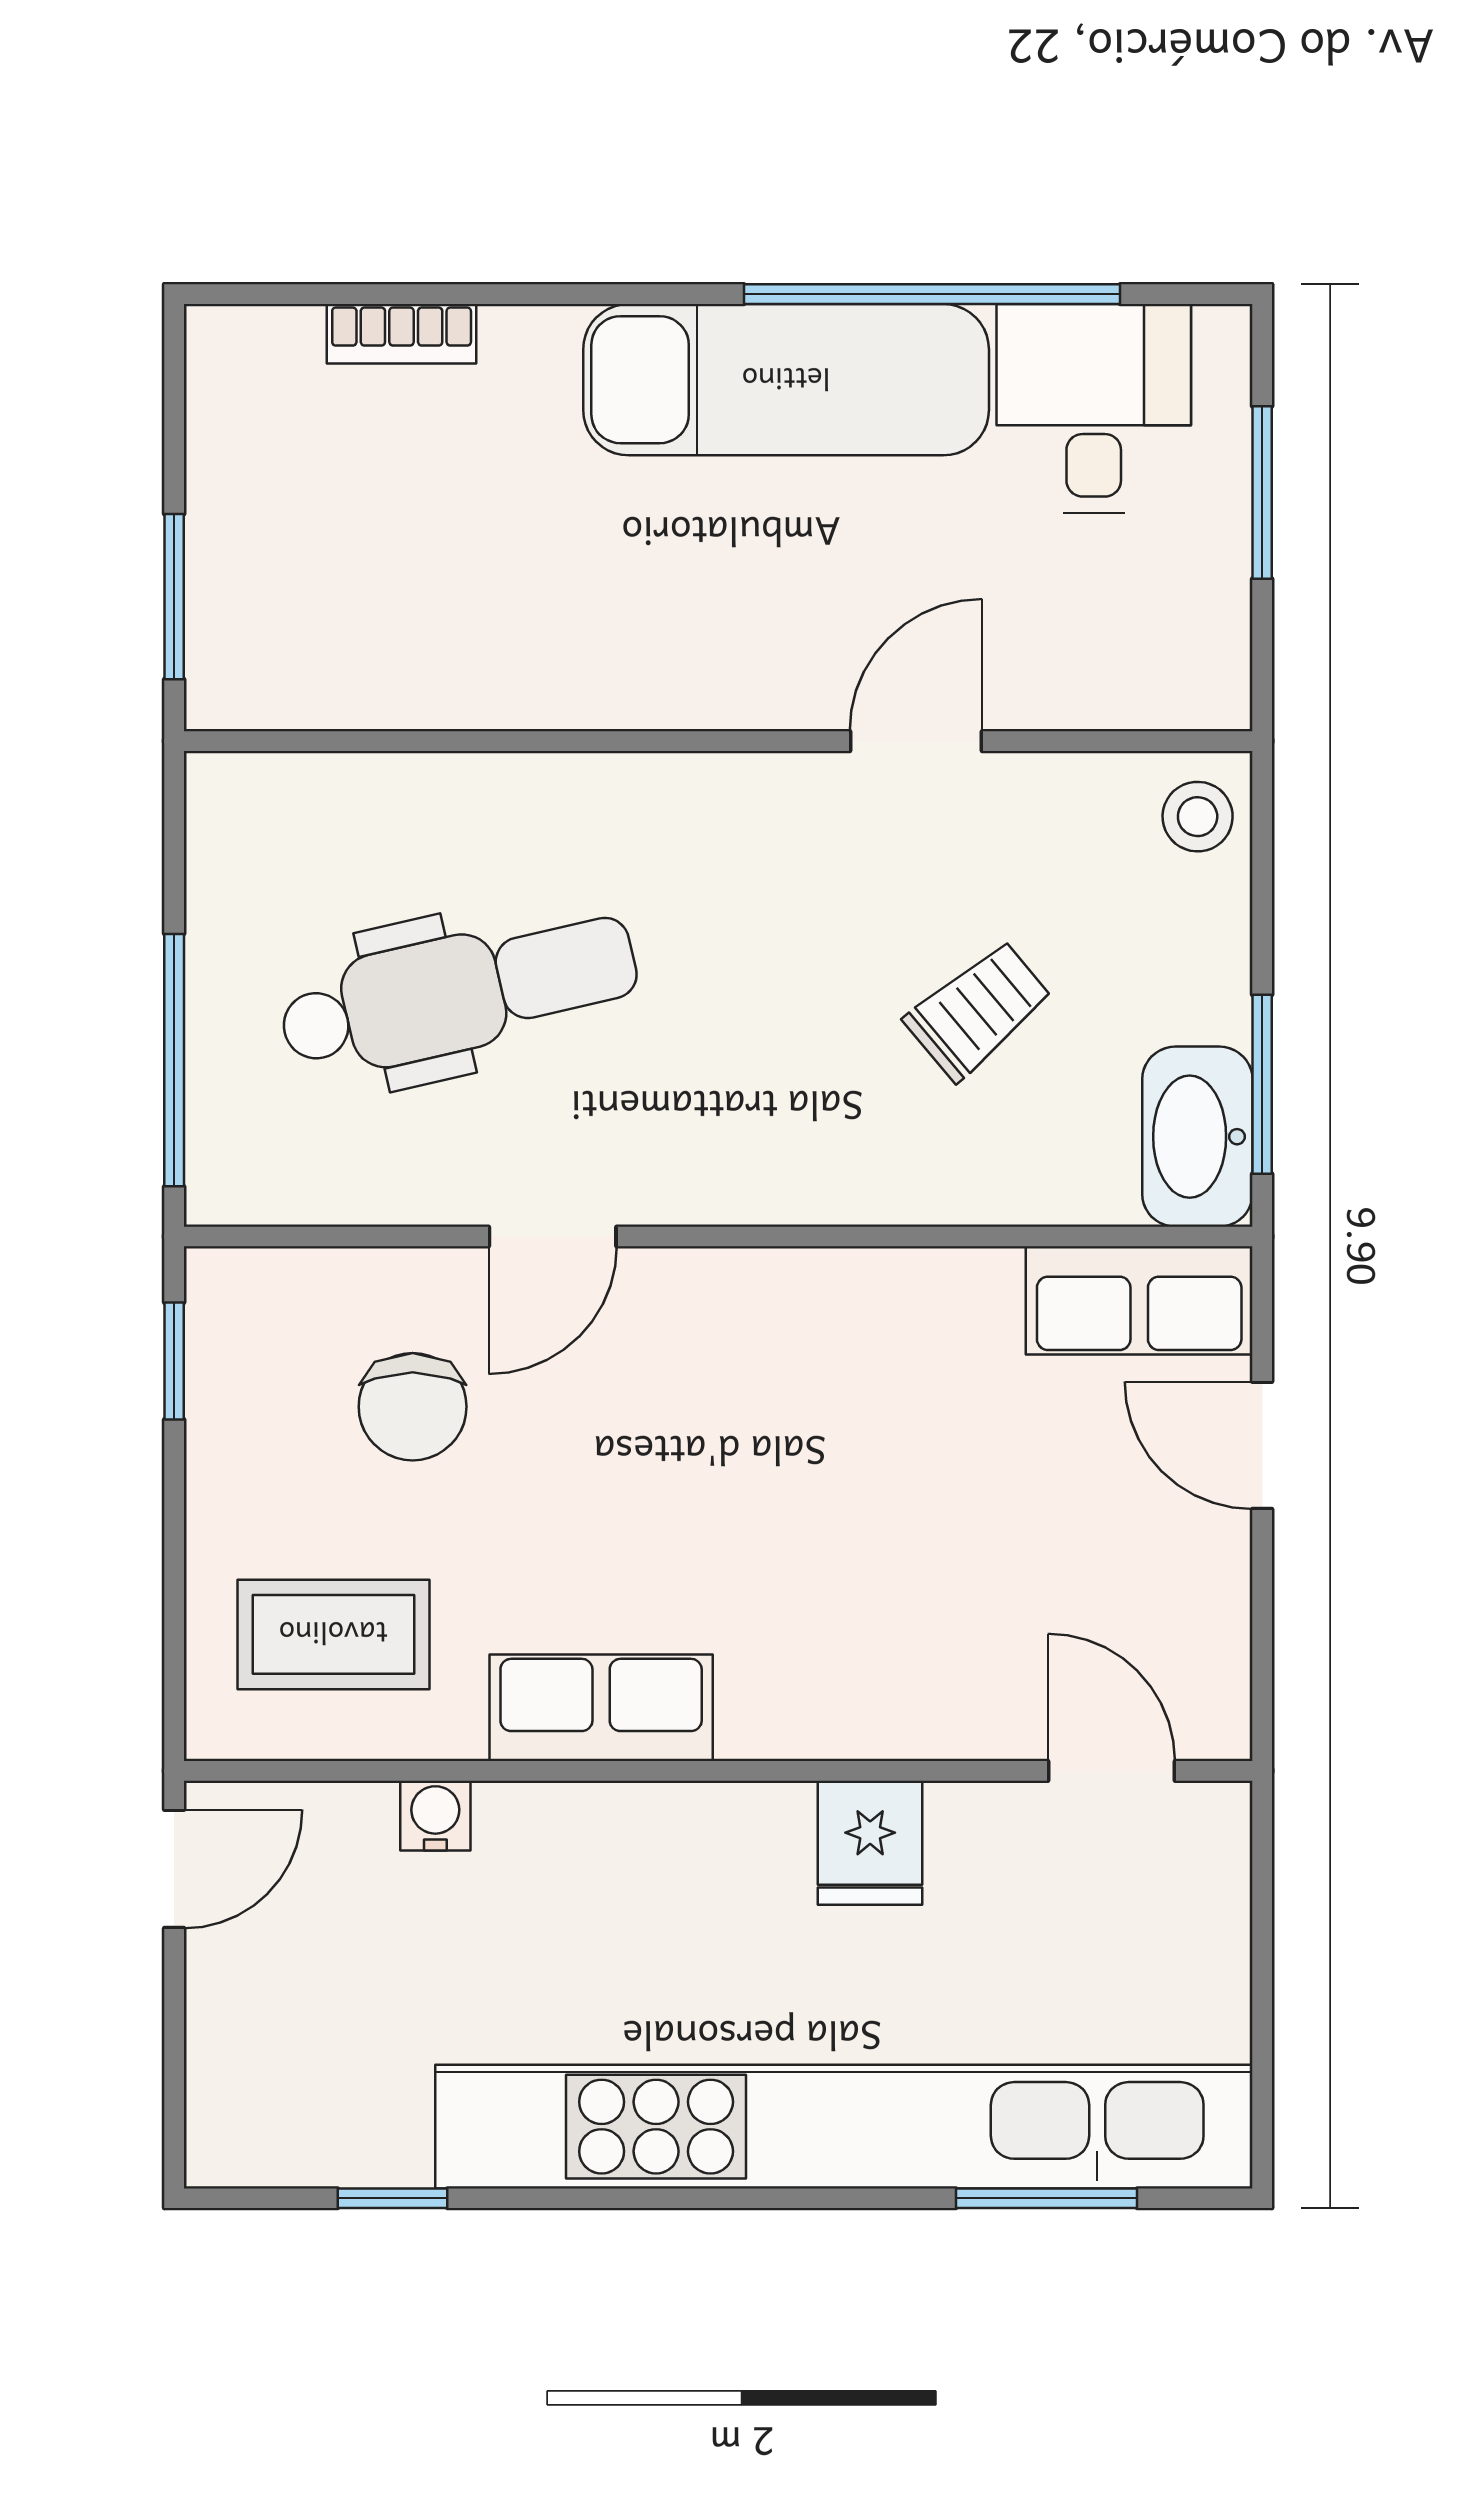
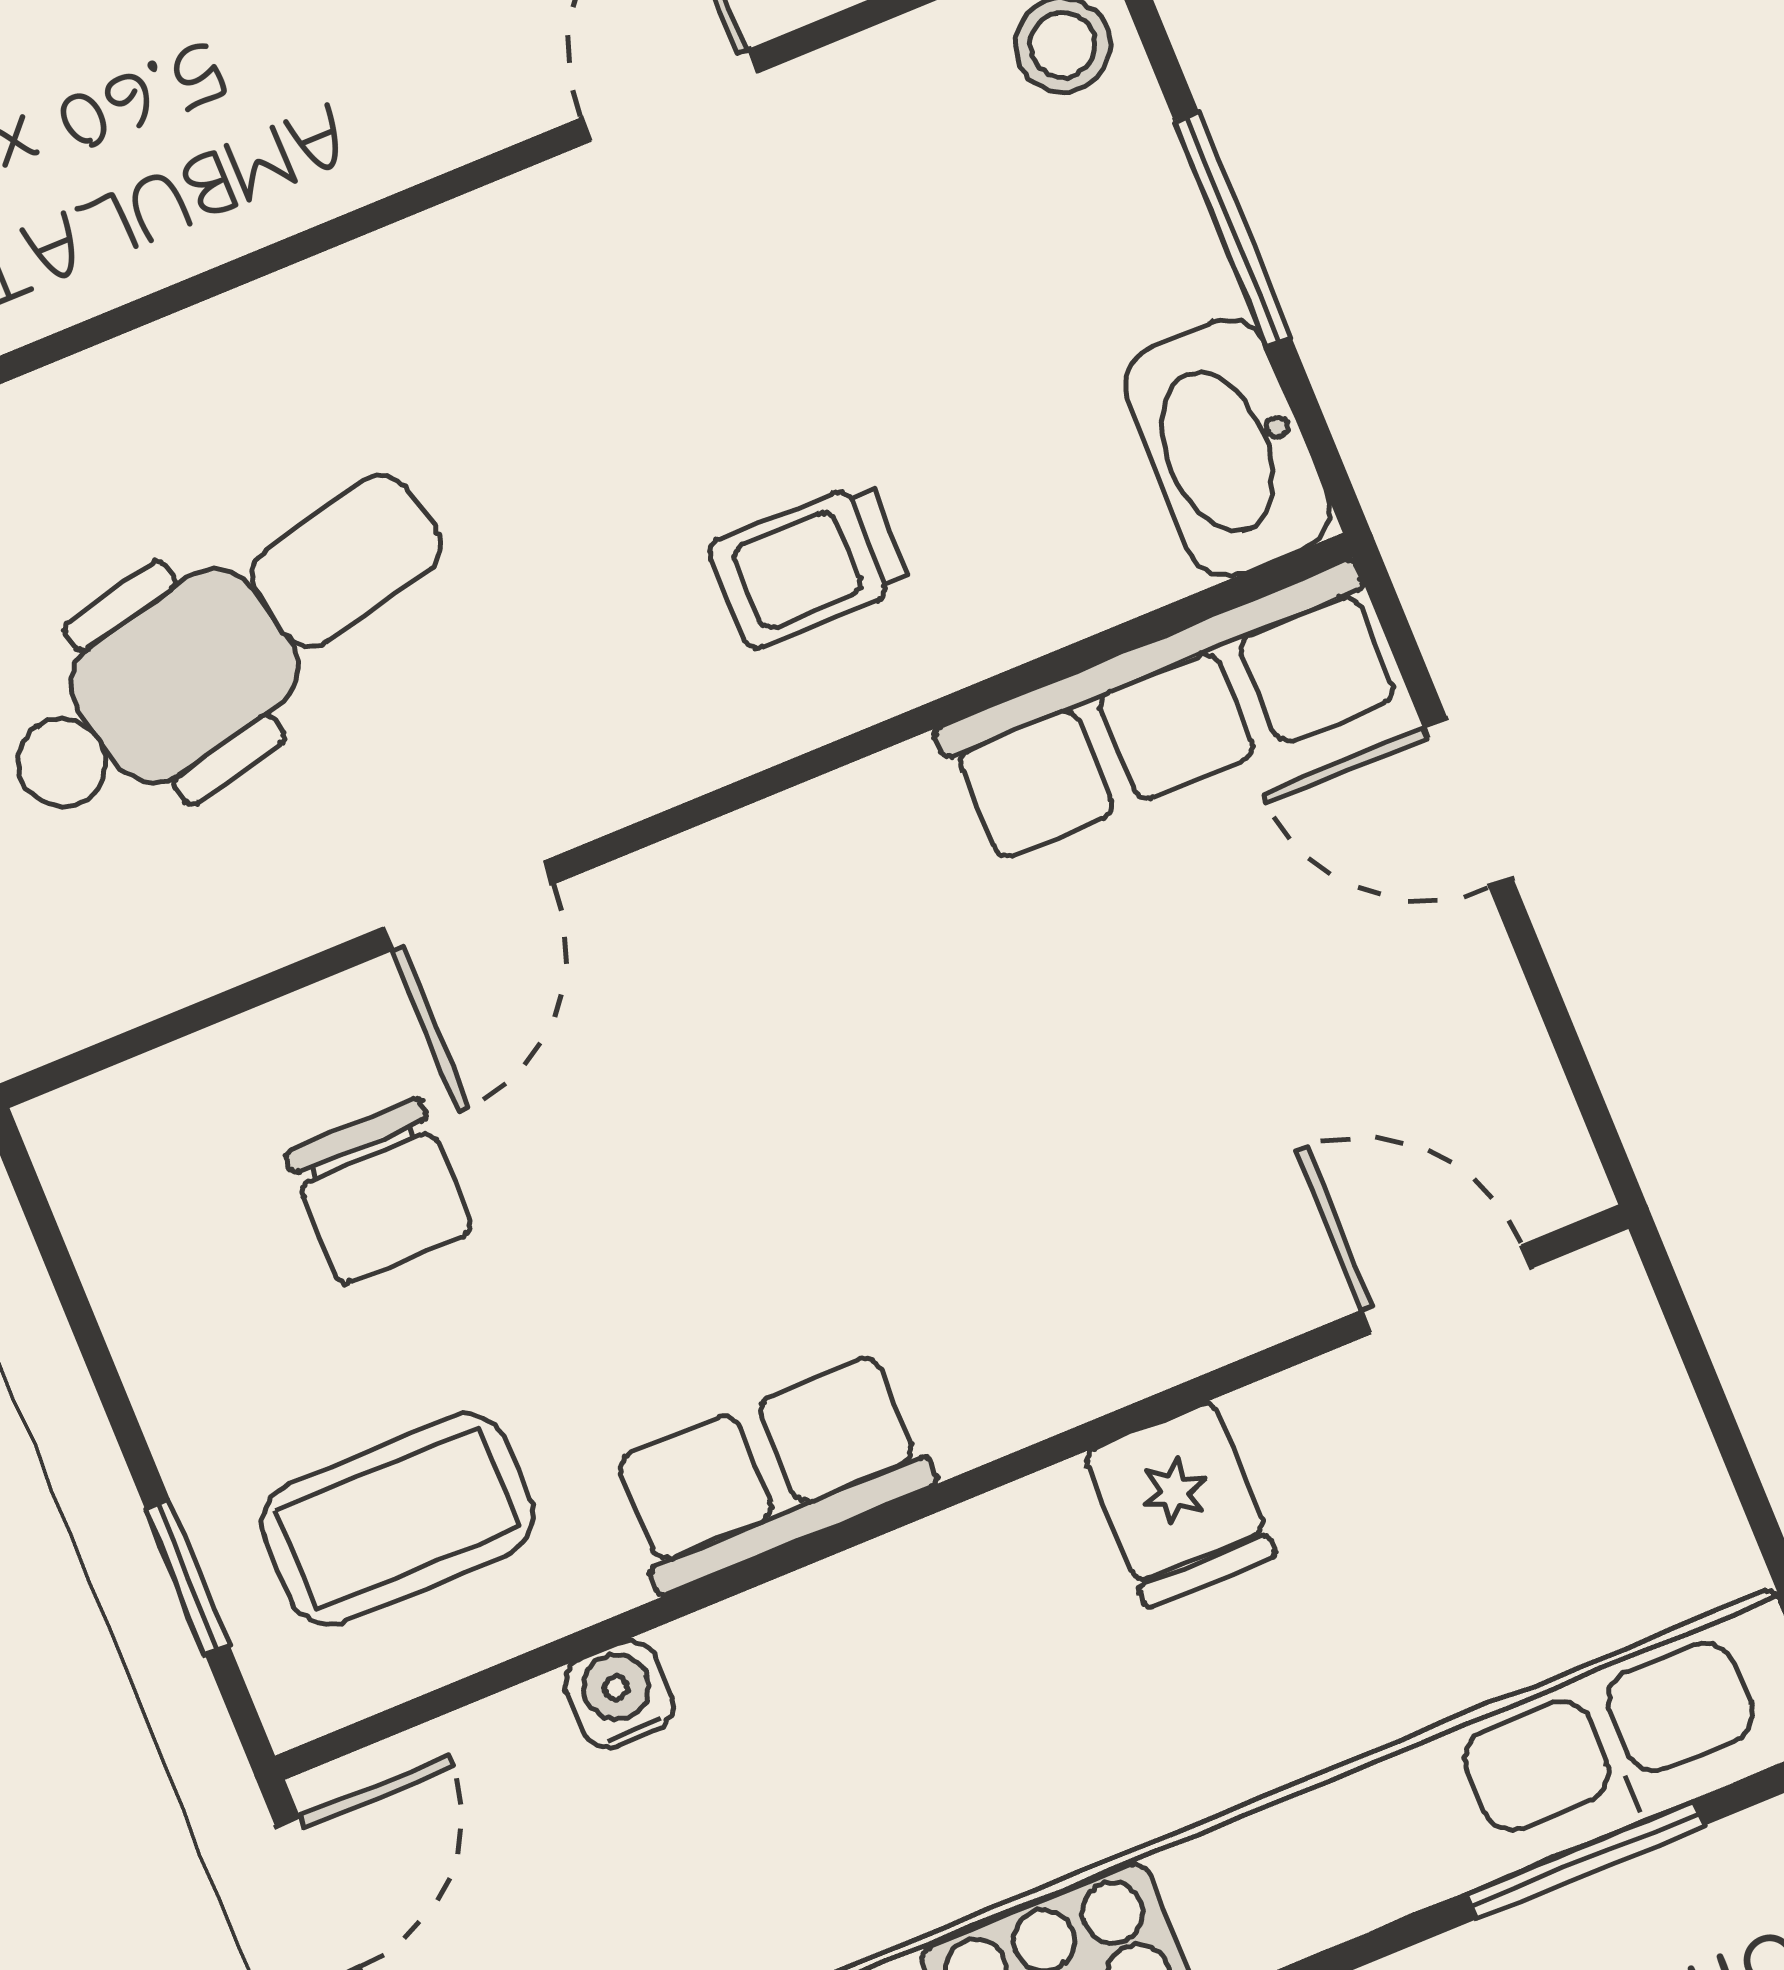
trolley: (978, 1010) -> (809, 566), moved, turned -140
window: (1262, 1084) -> (1233, 229), moved
row of seats: (1139, 1300) -> (1170, 711), width x1.48
window: (174, 1361) -> (187, 1577), moved

